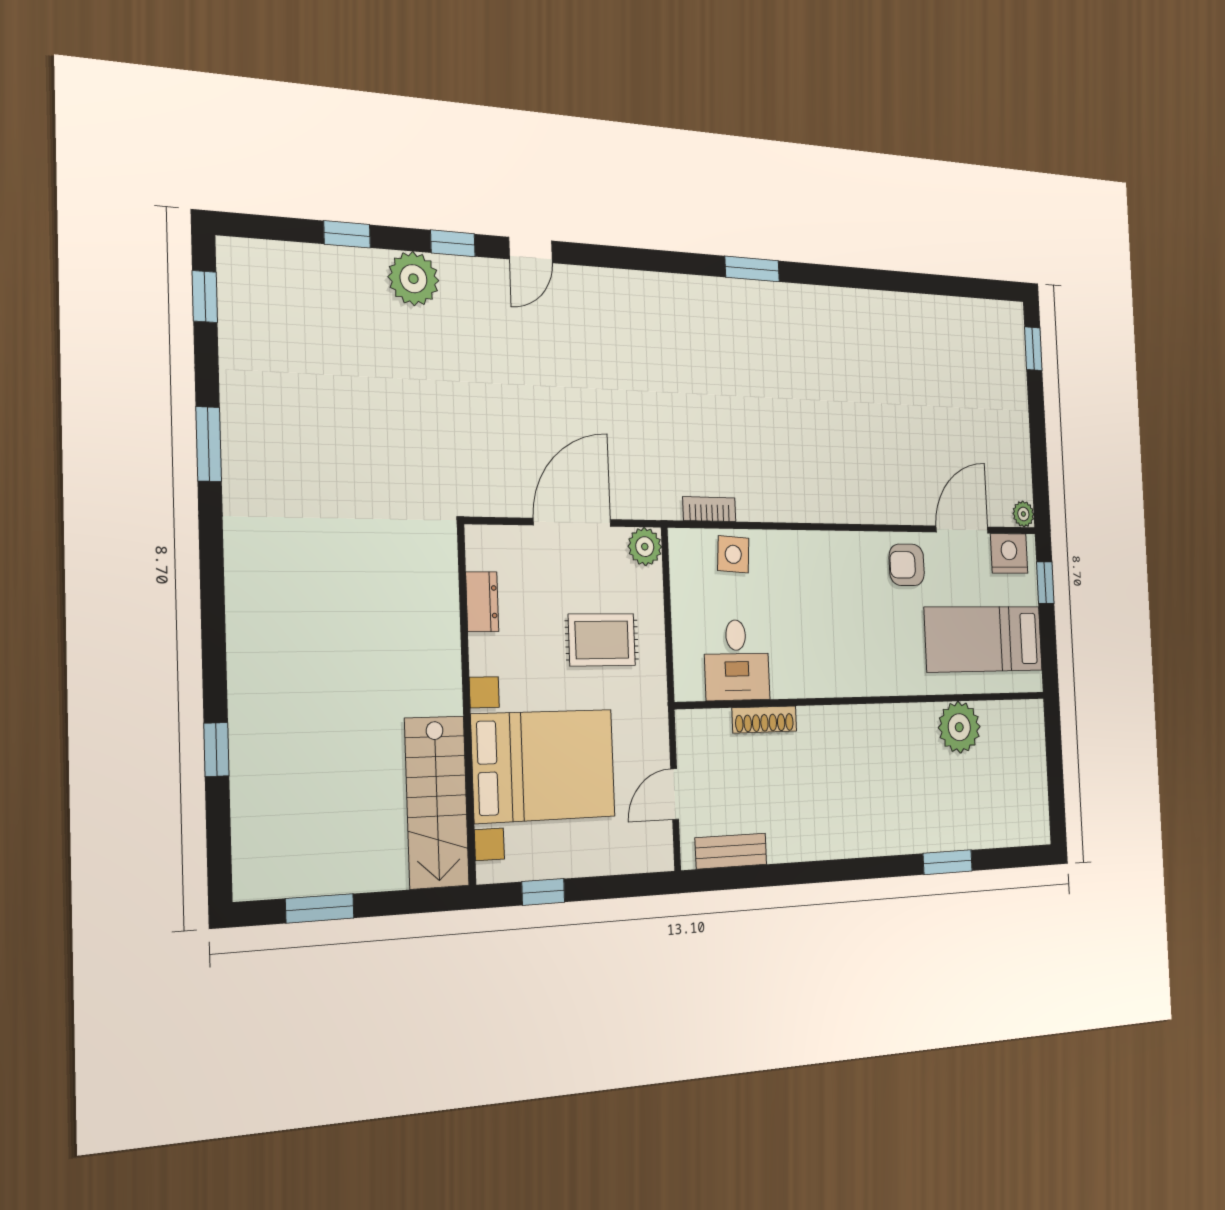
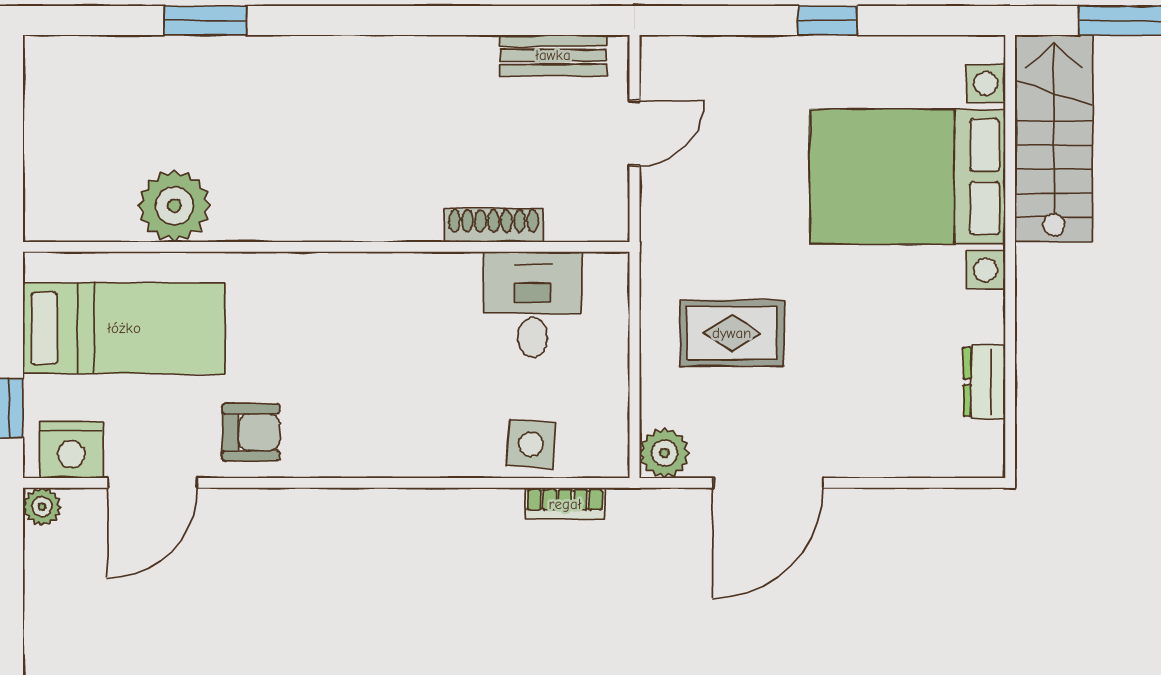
dresser: (482, 602) -> (984, 382), moved
wall: (466, 704) -> (1010, 257), moved
bed with nightstands: (544, 766) -> (908, 177), moved
stairs: (437, 802) -> (1054, 138), moved

